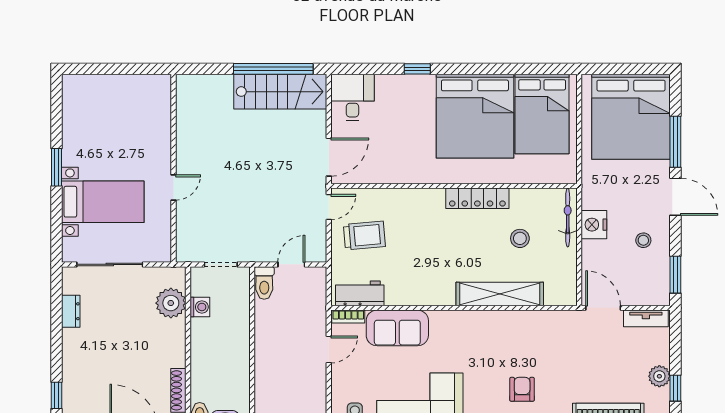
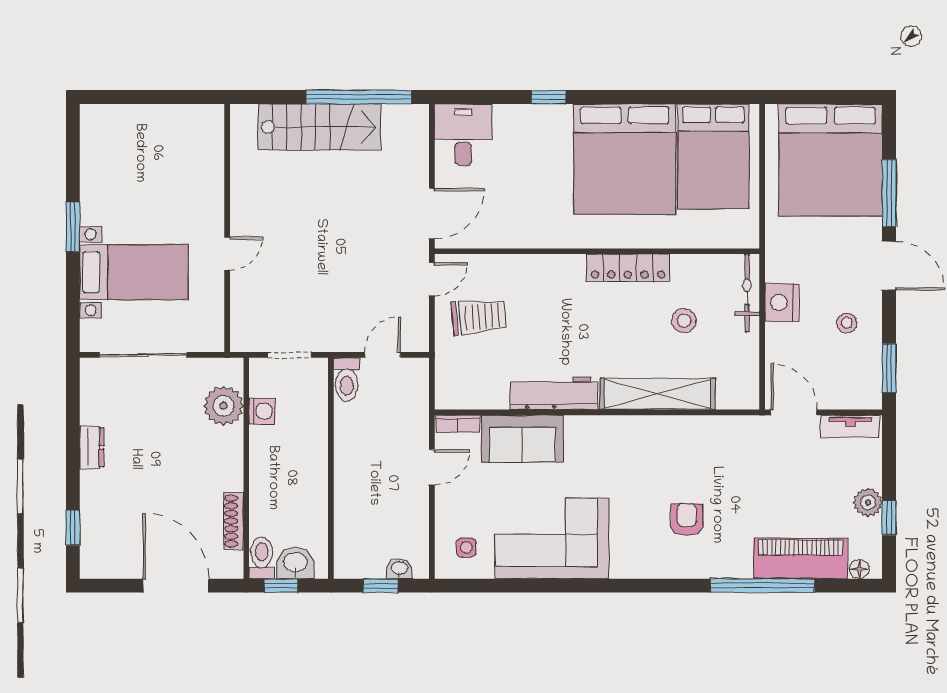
stairs: (280, 92) -> (319, 127), moved
workbench: (360, 293) -> (554, 393), moved, width x1.38
dresser: (71, 311) -> (92, 447), moved

